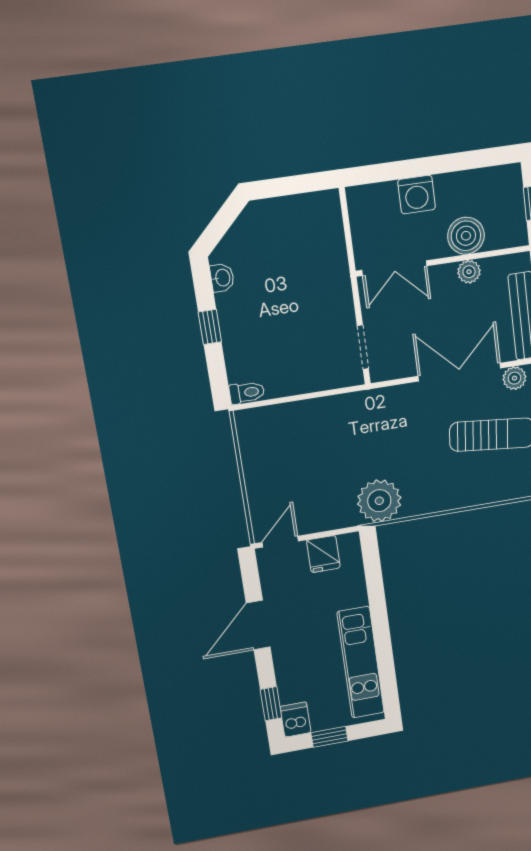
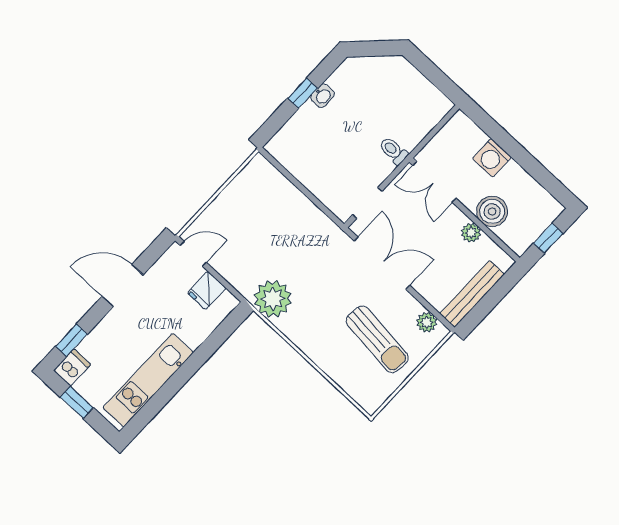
washbasin: (222, 278) -> (322, 96), moved
double door: (459, 372) -> (382, 263), moved
toilet: (247, 393) -> (393, 151), moved, turned 180

